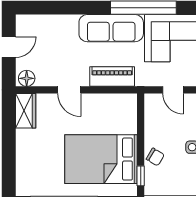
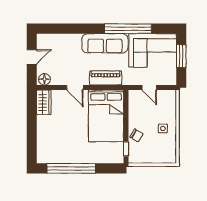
bed: (101, 159) -> (106, 116), moved, turned -90

